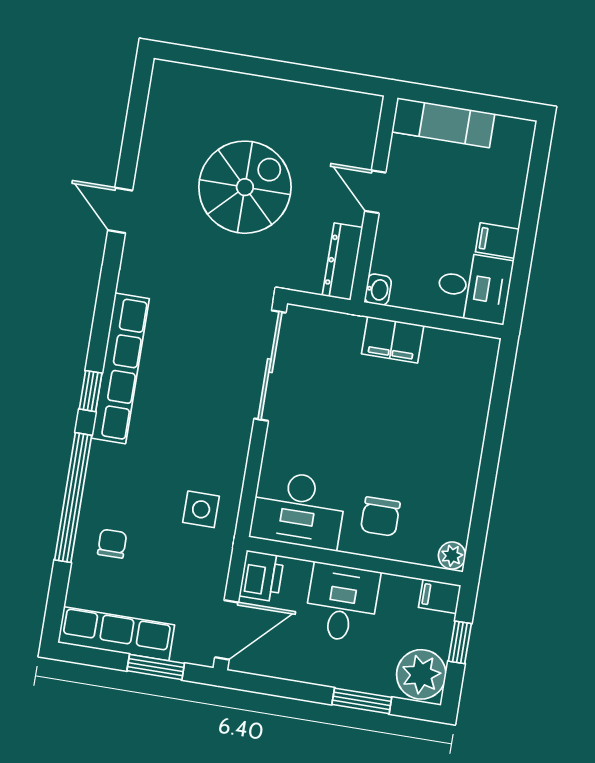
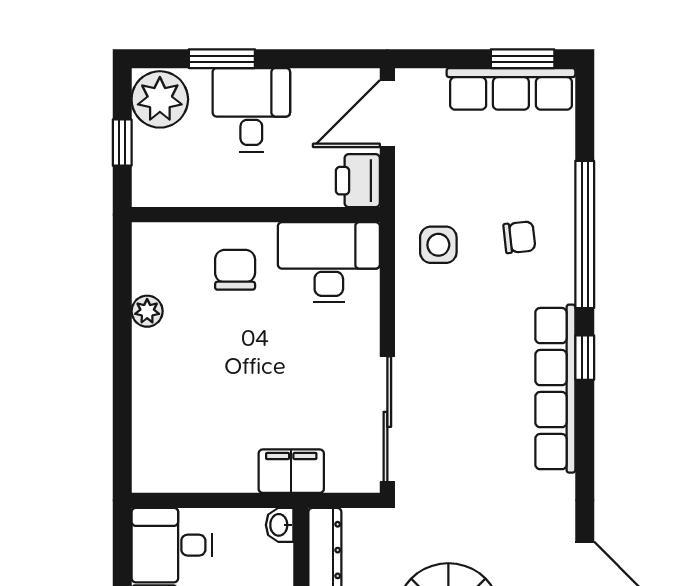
filing cabinet: (393, 340) -> (291, 471), moved
chair: (112, 544) -> (519, 237), moved, turned -96
plant: (452, 556) -> (147, 311), moved
filing cabinet: (440, 596) -> (153, 191), removed
desk: (342, 603) -> (251, 110), moved, turned 180
window: (156, 667) -> (523, 59), moved

